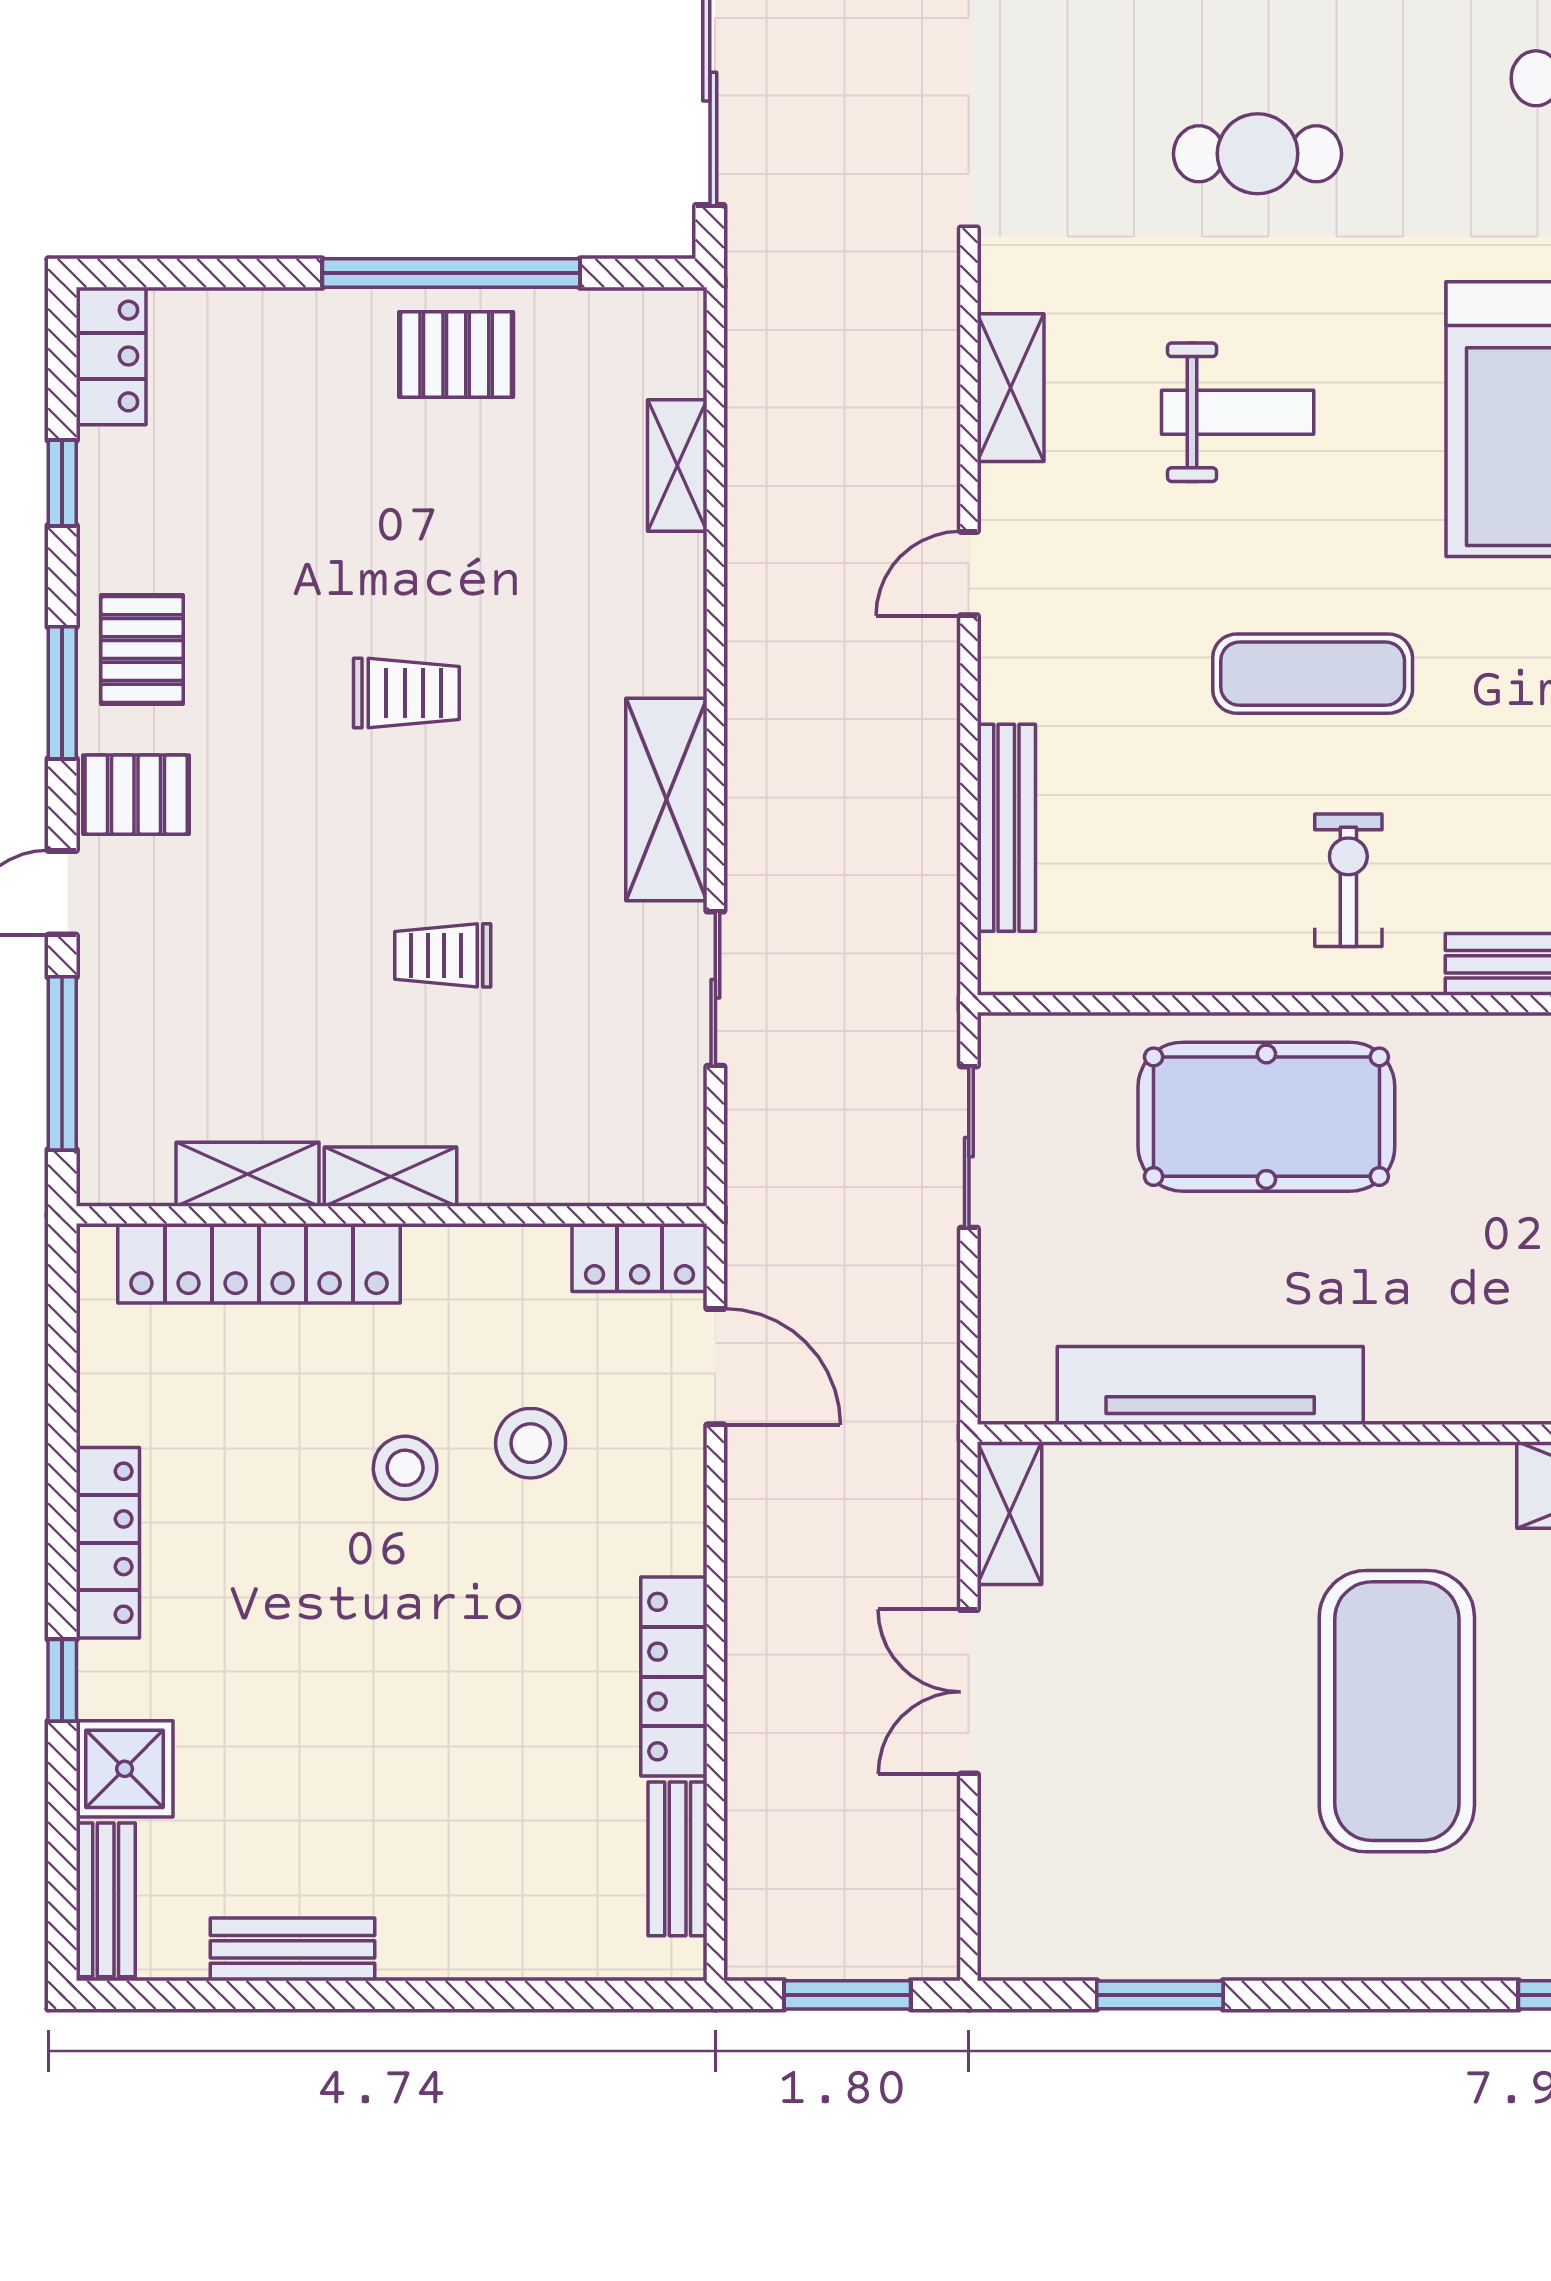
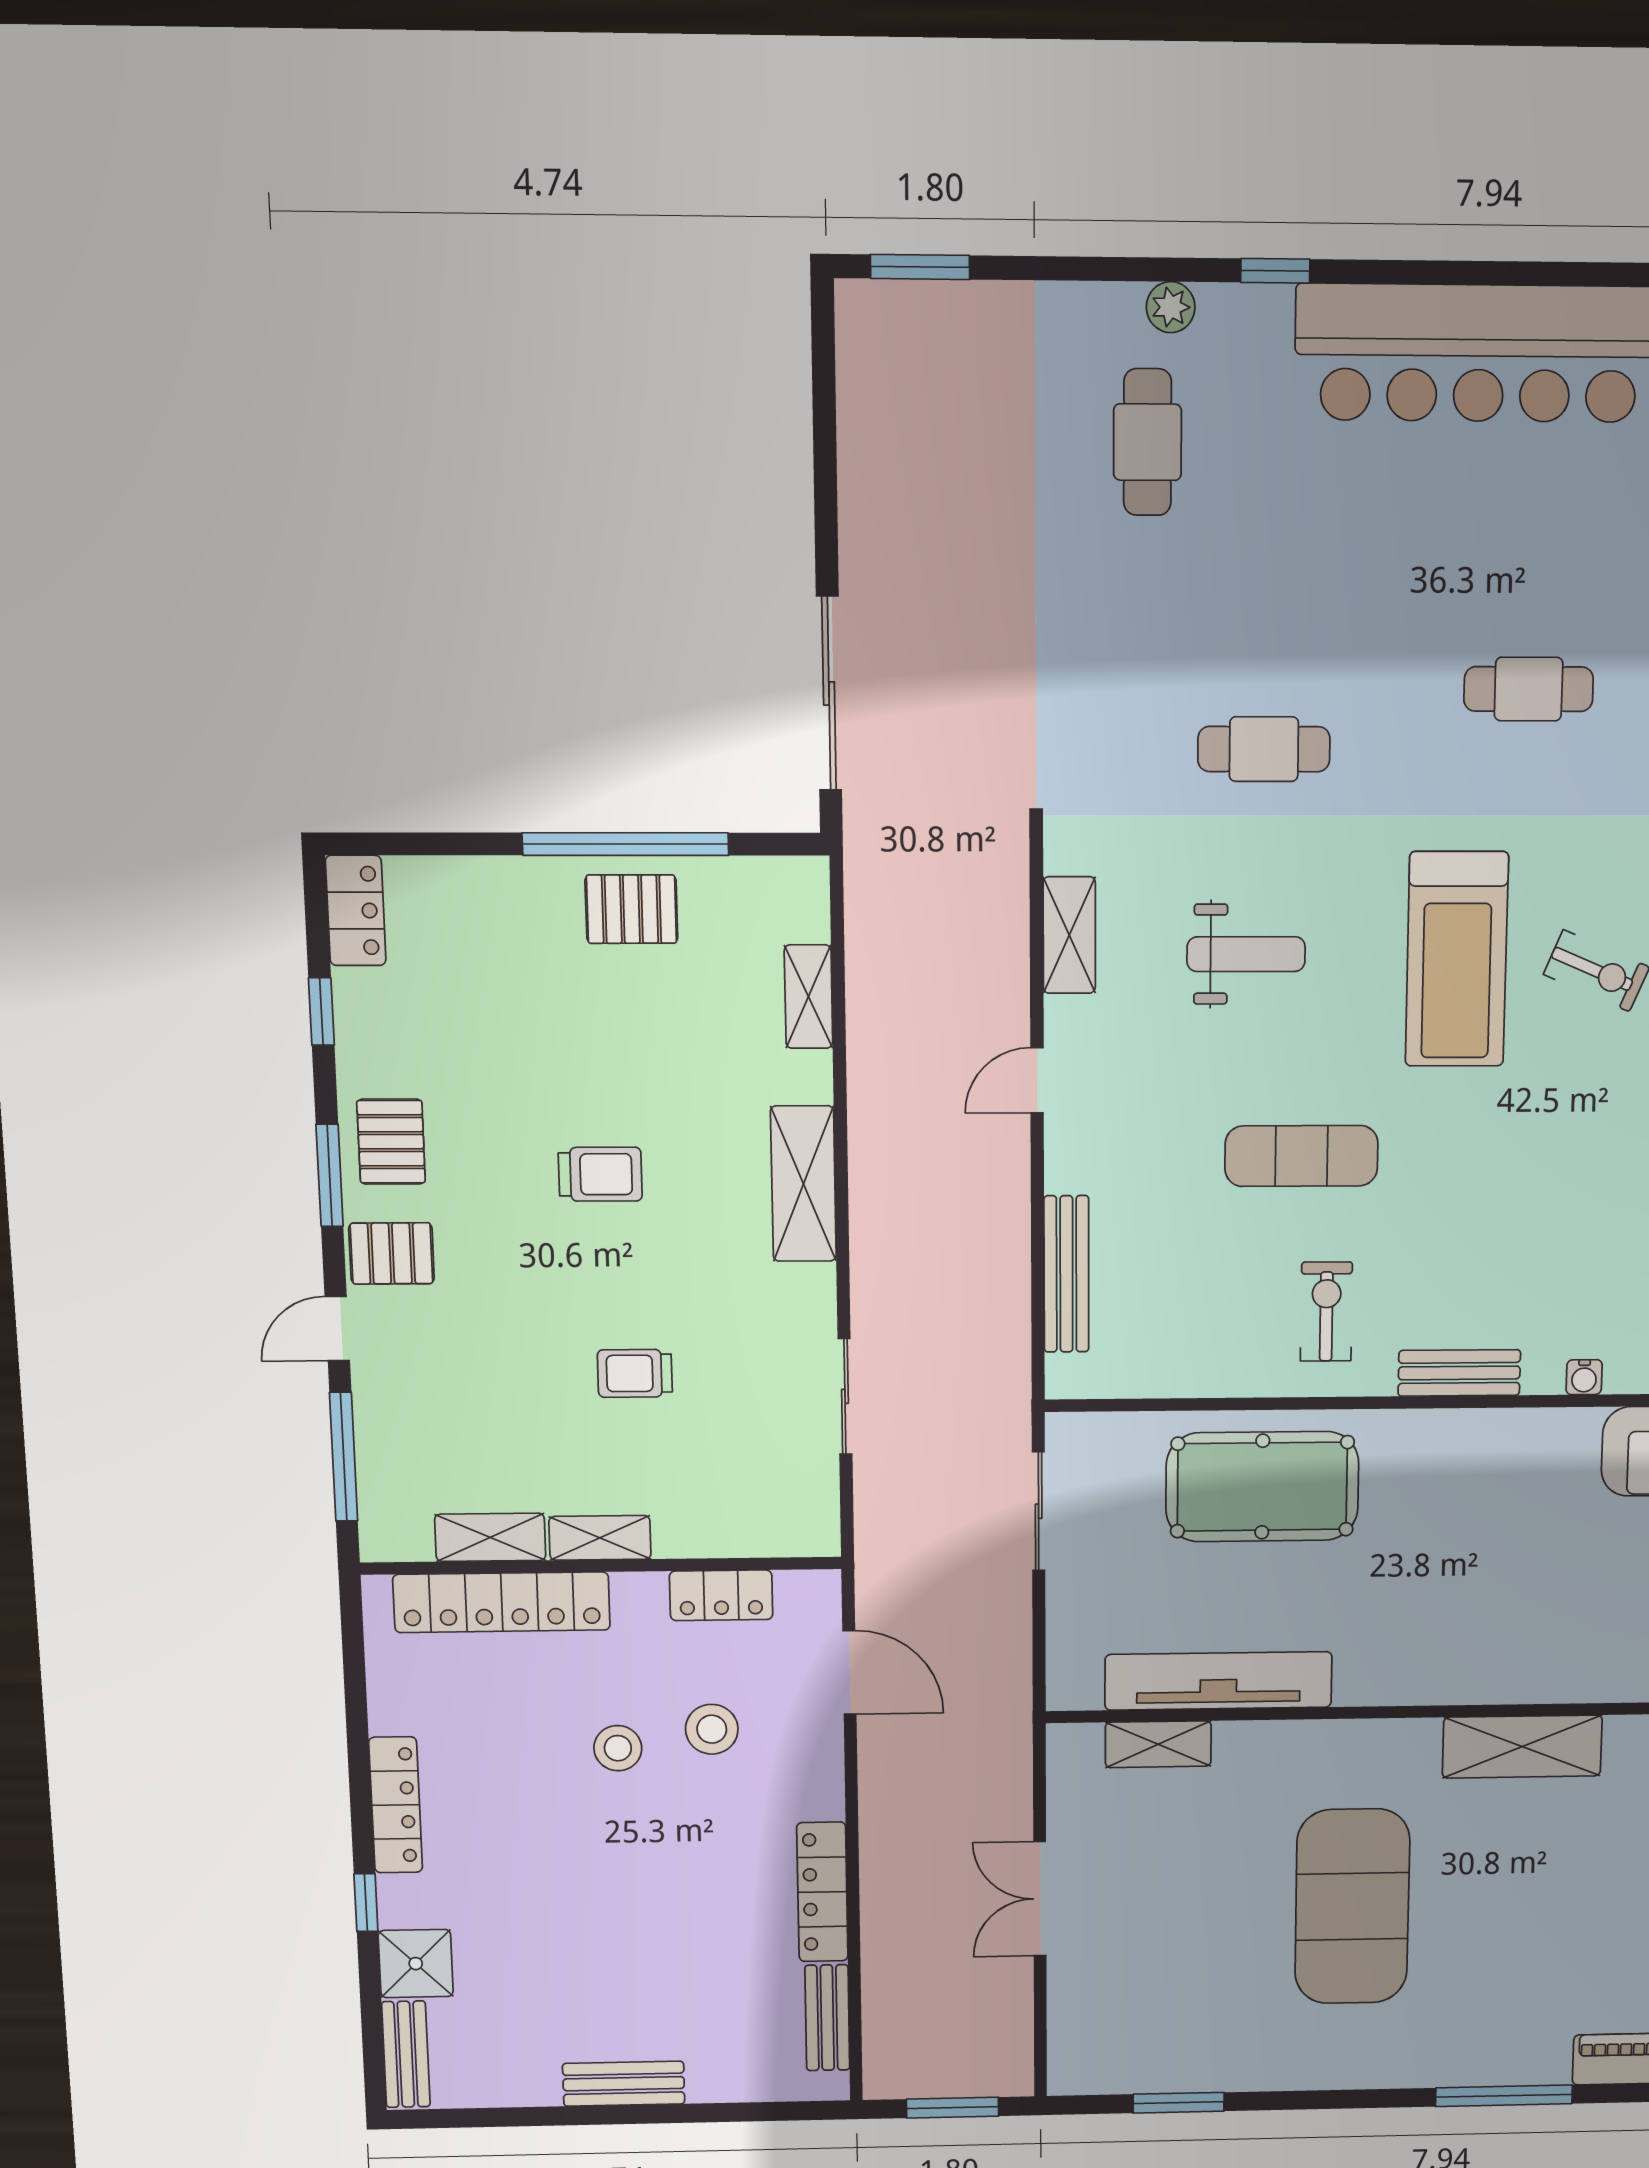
shelving: (666, 799) -> (803, 1184), moved
locker: (640, 1257) -> (721, 1595), moved
shelving: (1009, 1513) -> (1158, 1744), moved, turned 90
bench: (293, 1949) -> (624, 2084), moved

